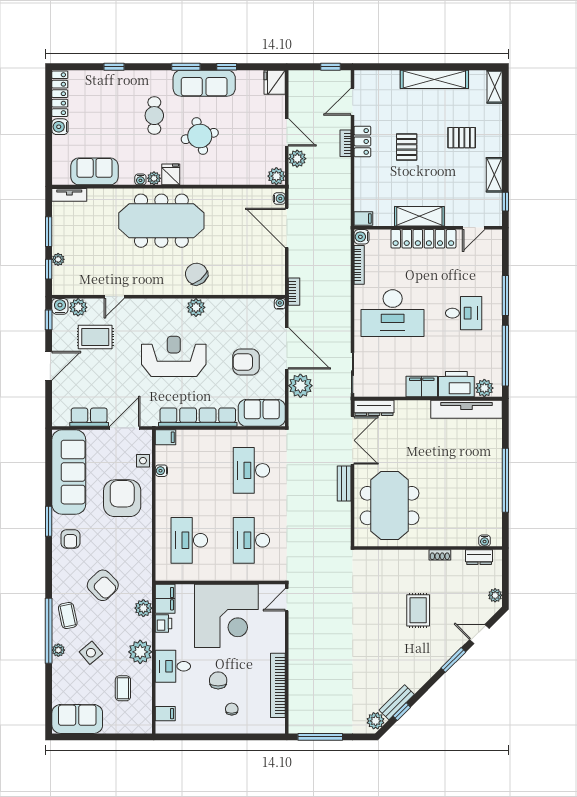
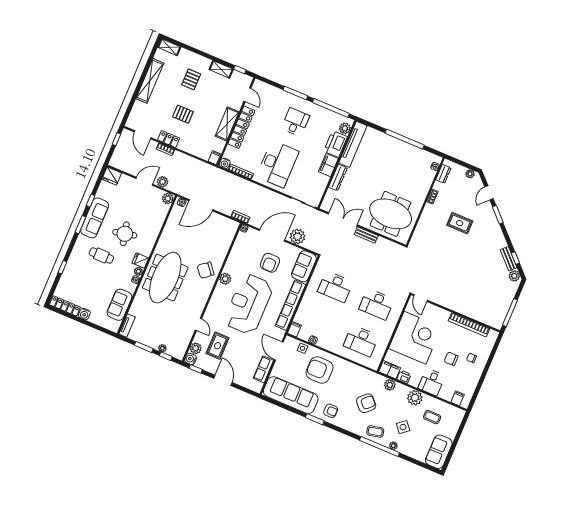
reception desk: (174, 356) -> (249, 304), width x1.36, depth x1.30
dresser: (374, 408) -> (338, 178), moved

